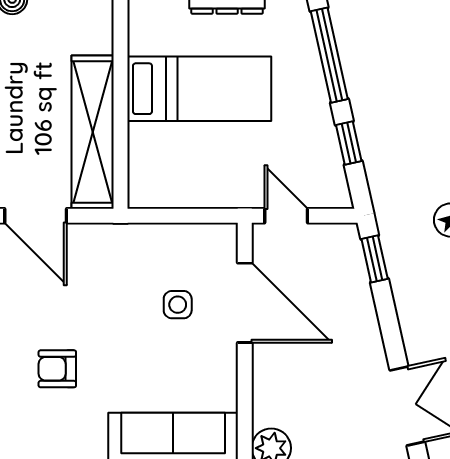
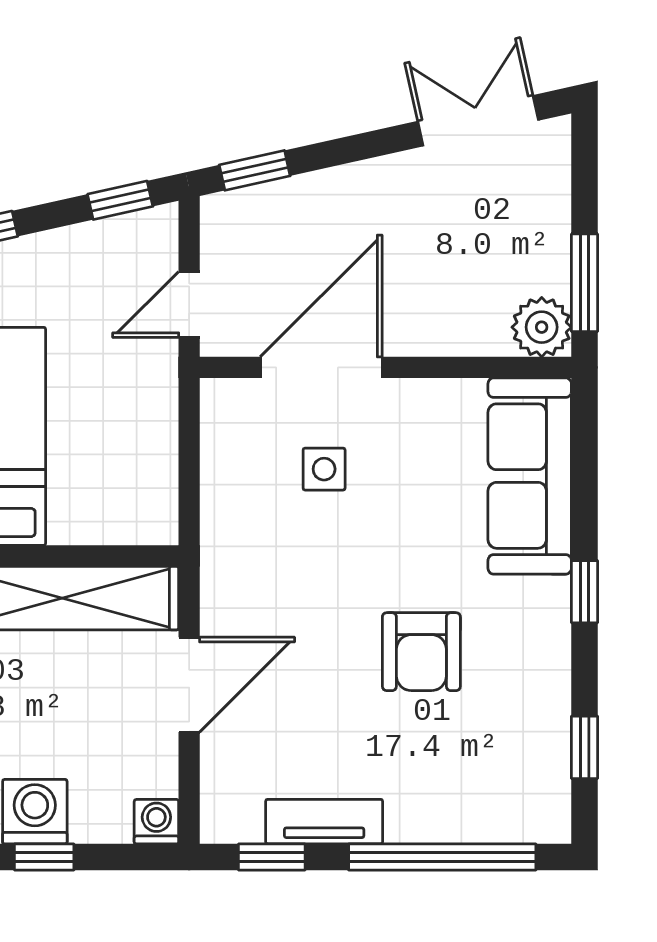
window: (349, 143) -> (120, 200), moved
armchair: (57, 369) -> (421, 652), width x1.38, depth x1.38

